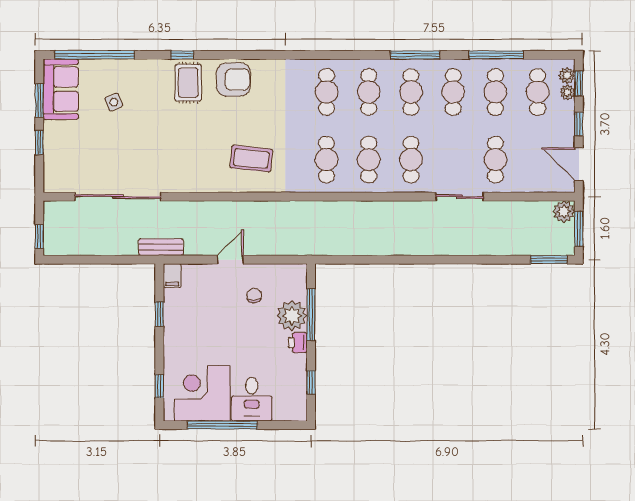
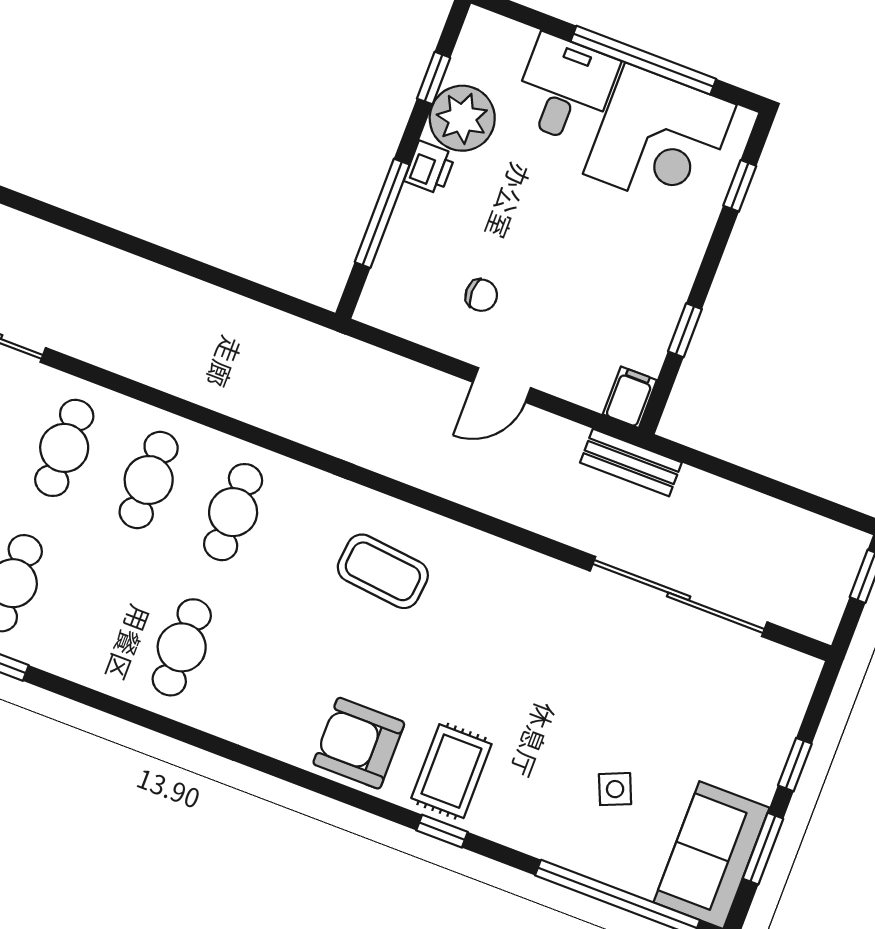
cafe table: (369, 92) -> (97, 615), removed
chair: (254, 296) -> (481, 295), turned -90
plant: (292, 316) -> (462, 118), moved

